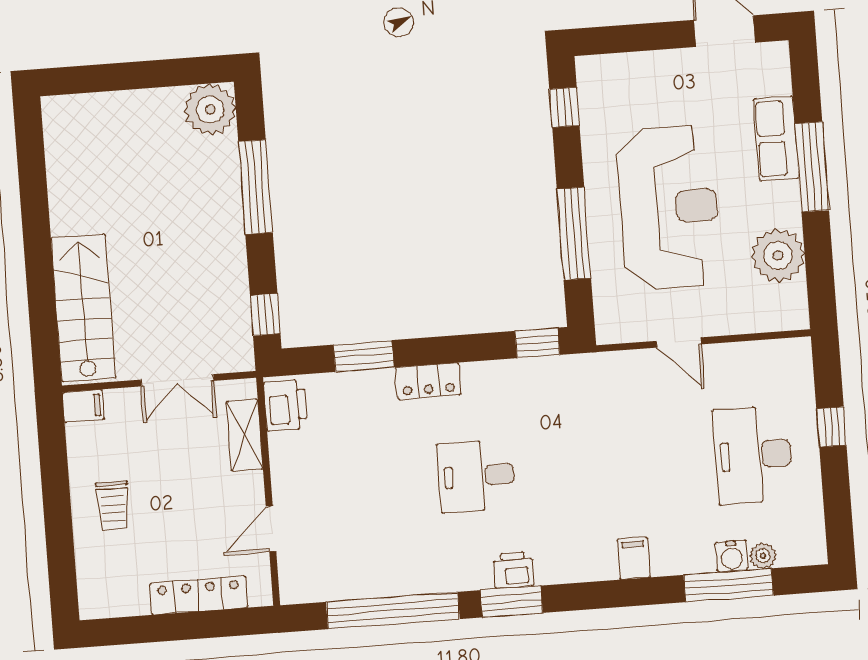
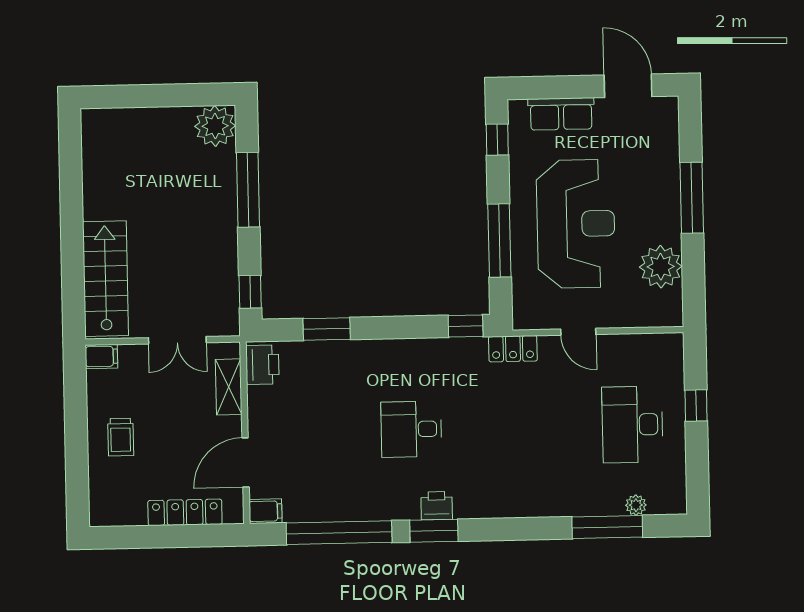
row of seats: (776, 138) -> (561, 114), moved, turned -90
locker: (428, 381) -> (513, 349), moved
door: (271, 529) -> (246, 462), width x1.38
water cooler: (732, 556) -> (611, 504), removed
filing cabinet: (634, 558) -> (265, 511), moved, turned 90

